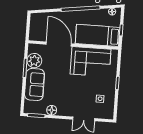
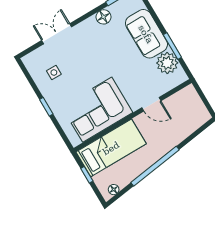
door: (59, 44) -> (151, 104), width x0.53

